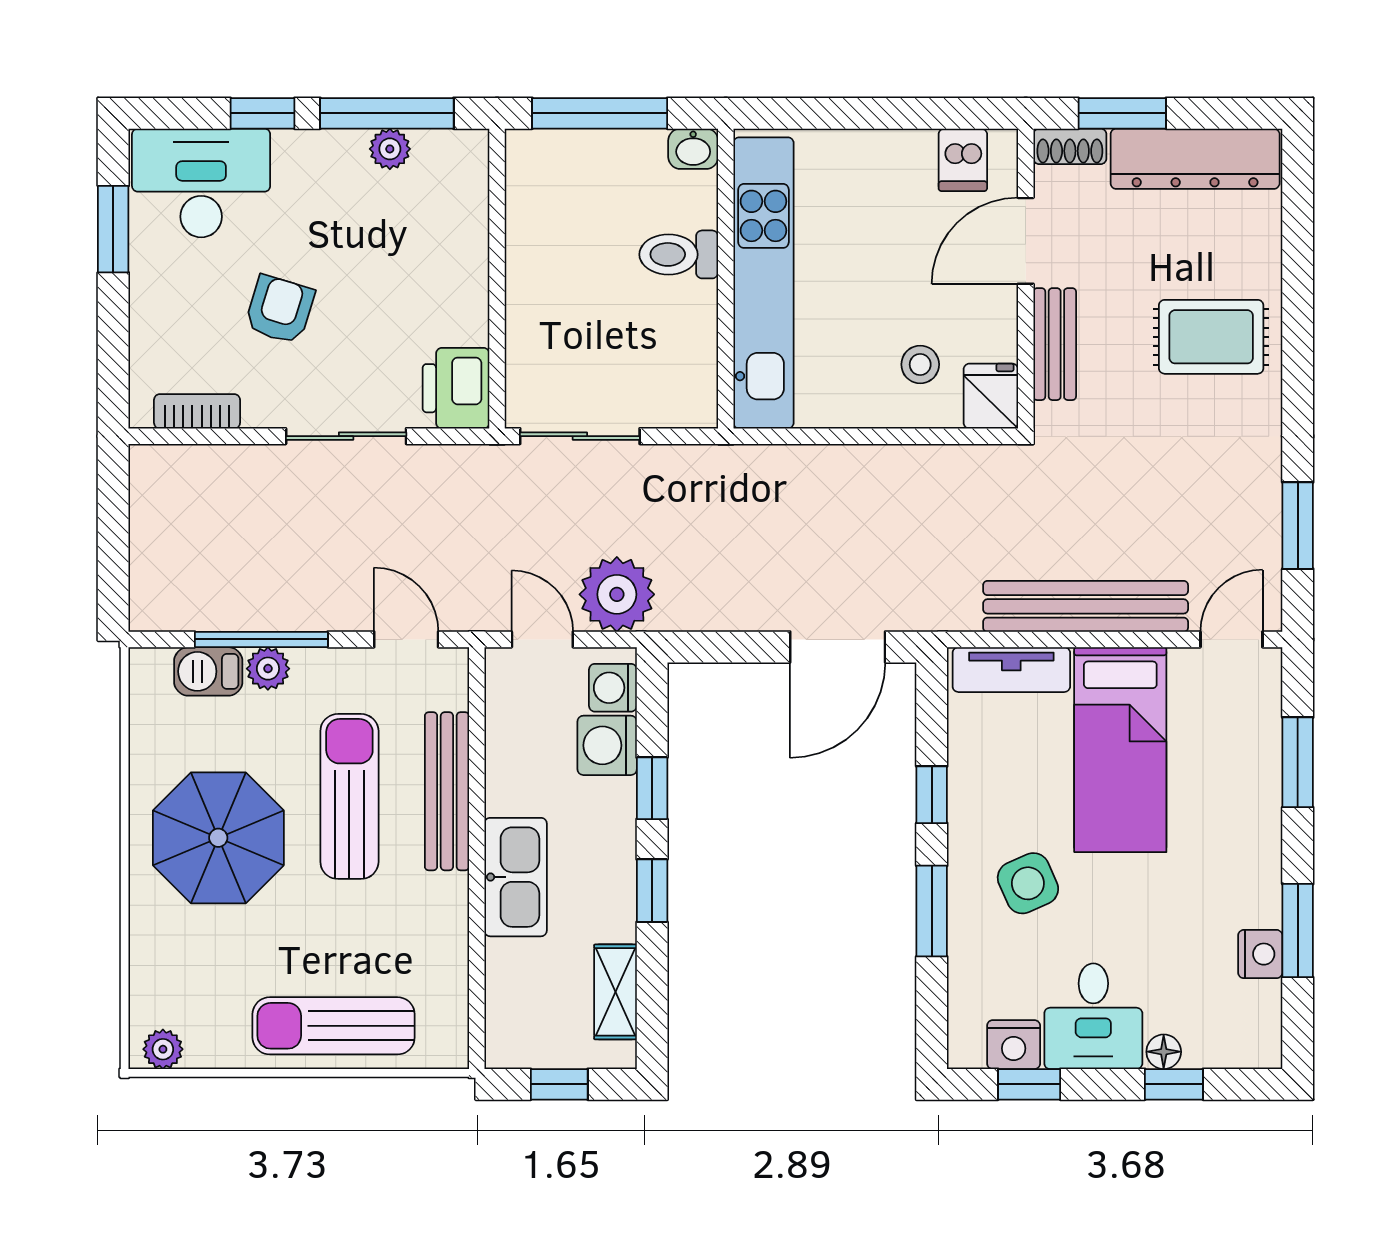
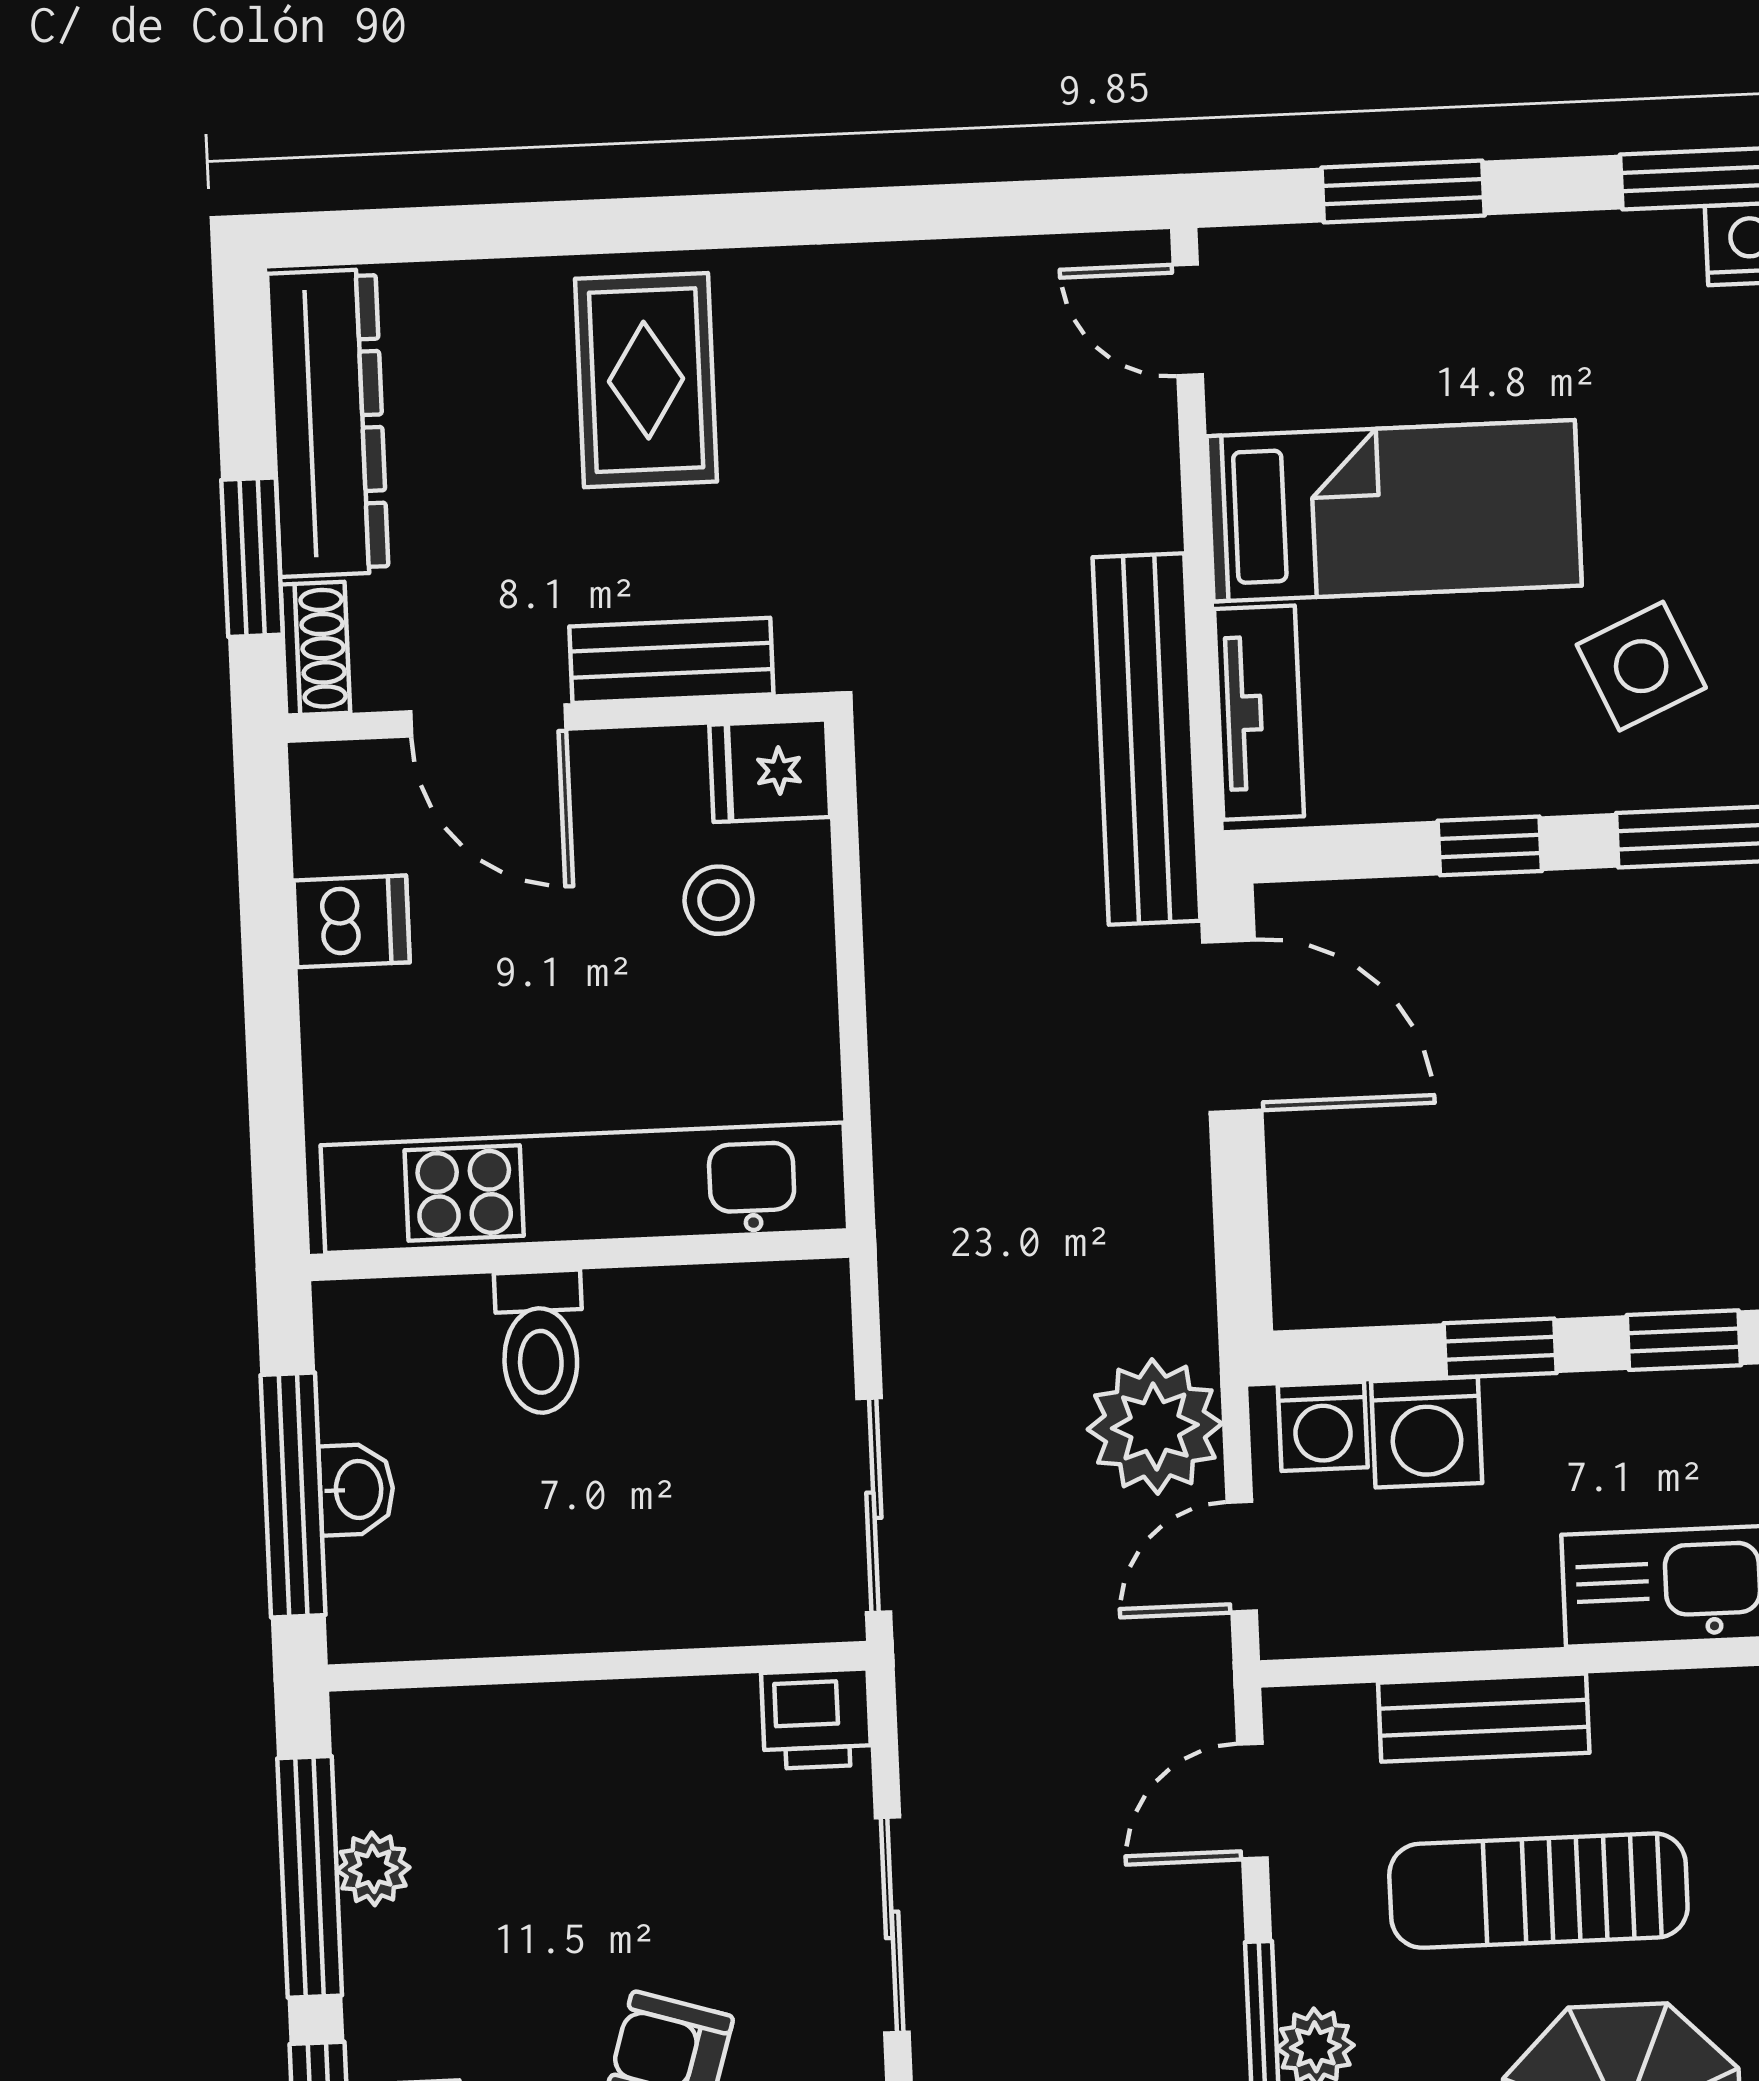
washbasin: (693, 149) -> (356, 1490), moved
dishwasher: (963, 160) -> (352, 921), moved
printer: (456, 388) -> (816, 1719), width x0.73, depth x0.81
window: (1298, 526) -> (978, 210), removed
bench: (1086, 606) -> (1146, 739), moved
bench: (447, 791) -> (1484, 1718), width x0.73

